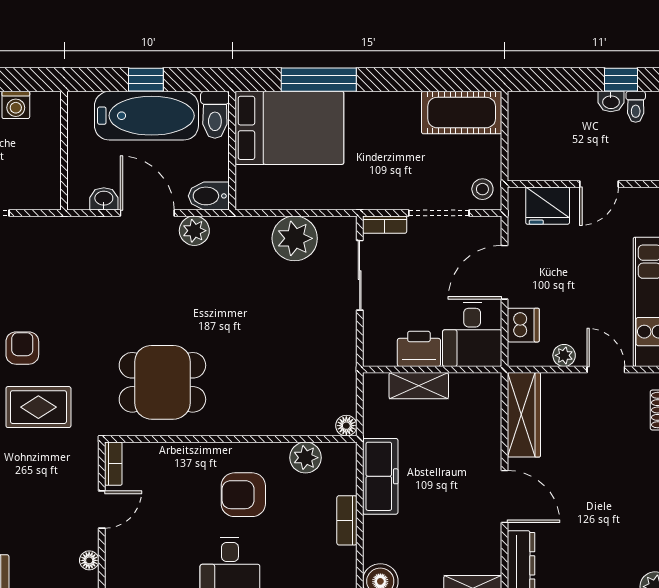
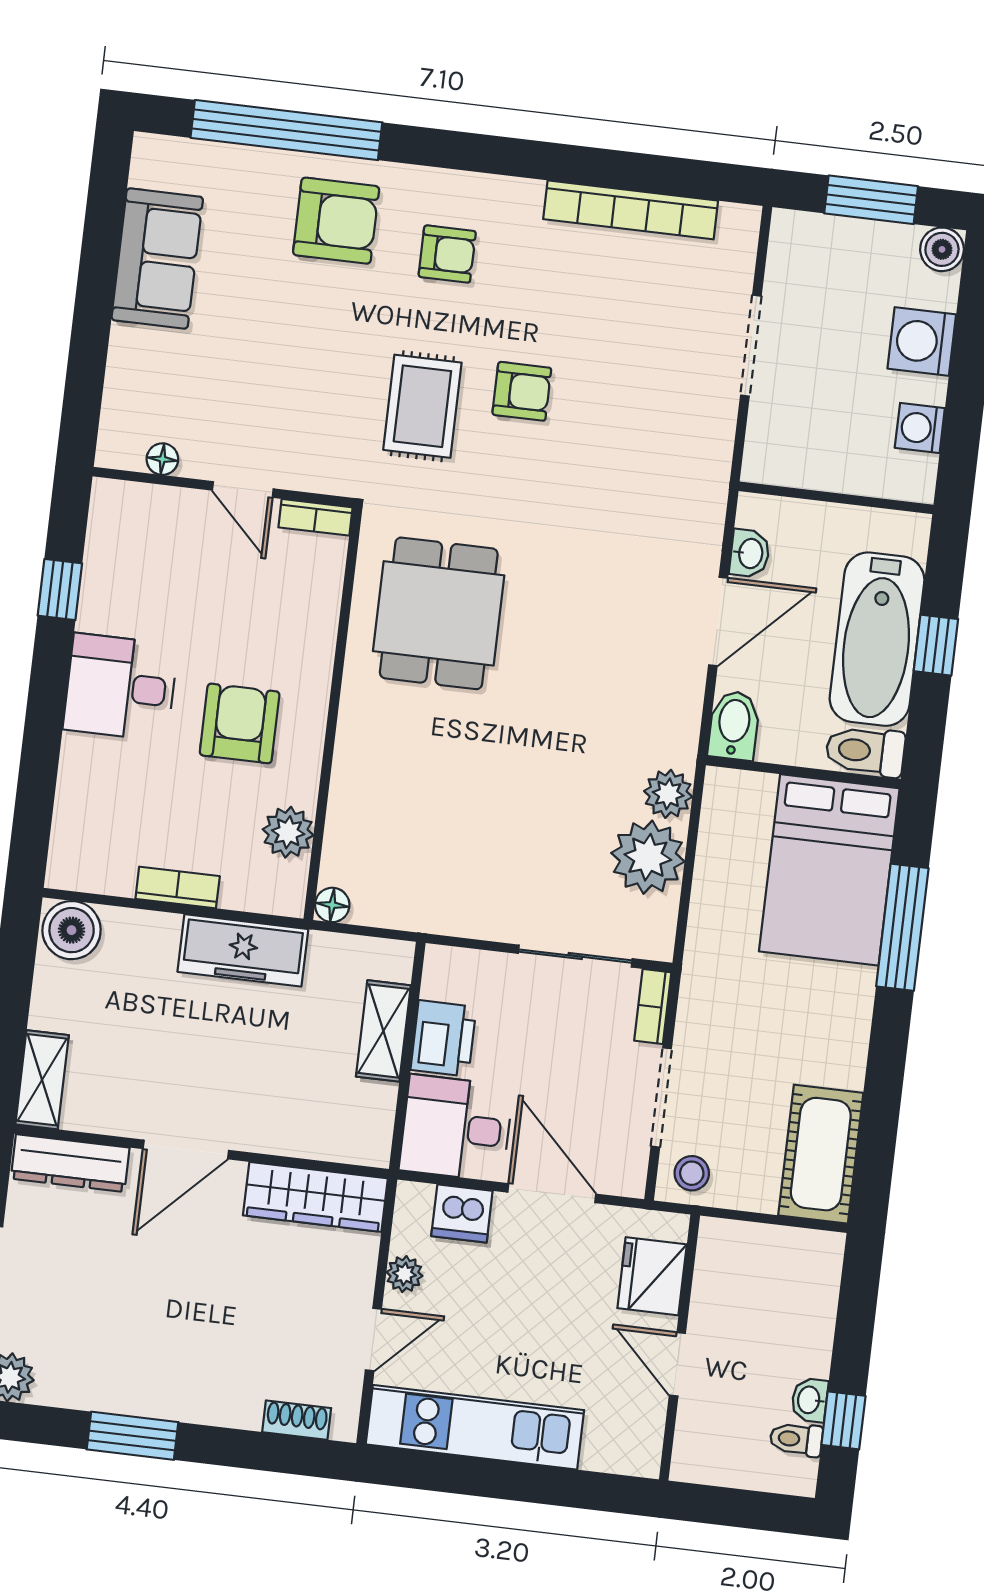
plant: (194, 231) -> (668, 794), moved

